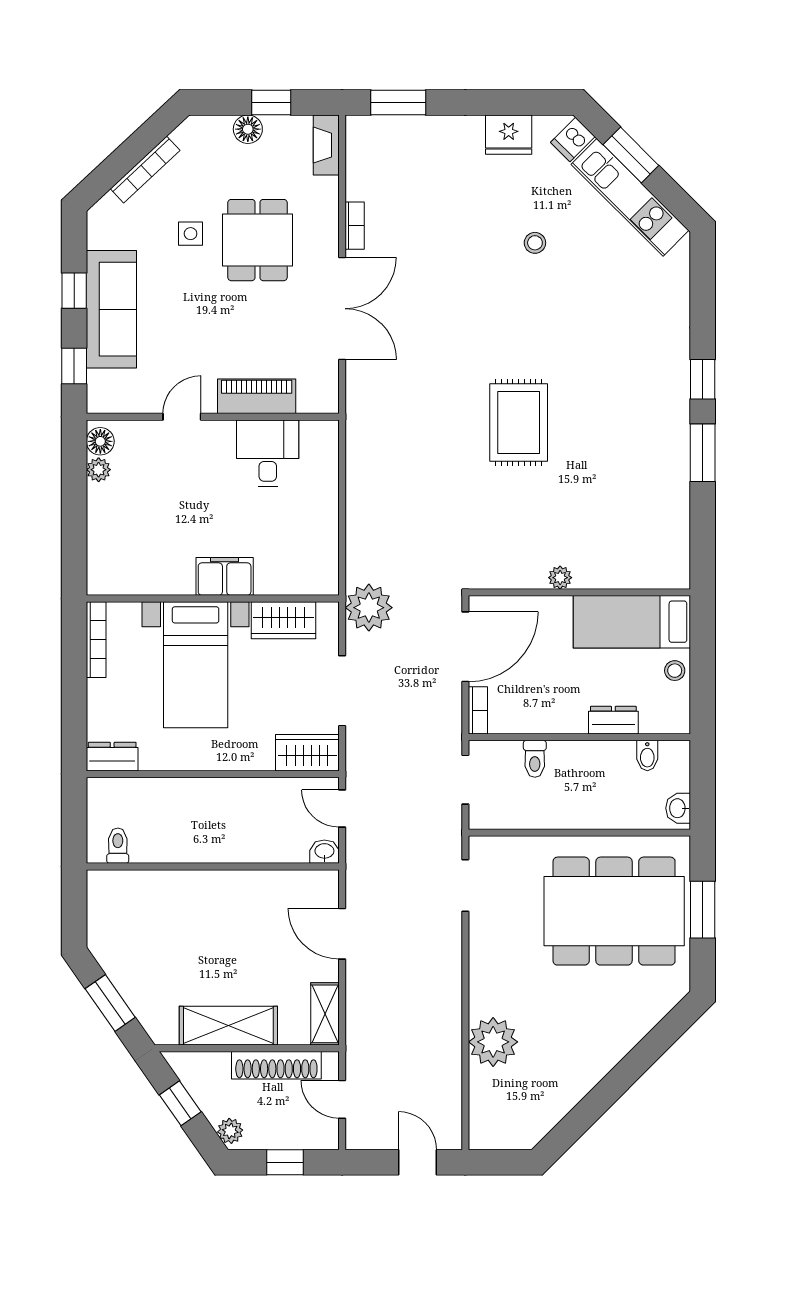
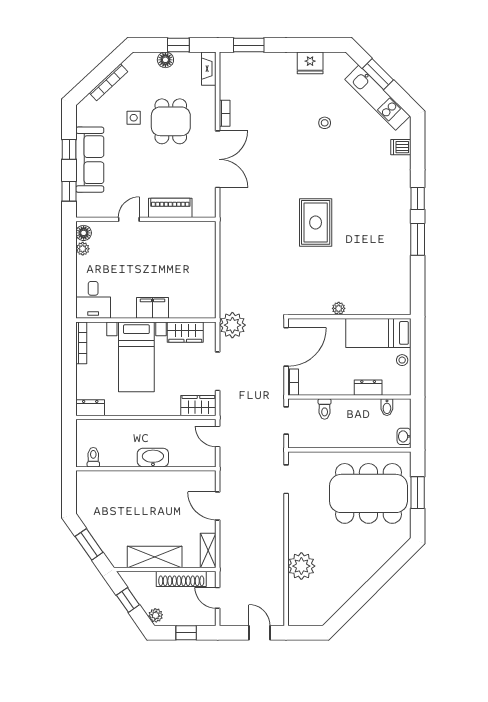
dishwasher: (573, 139) -> (401, 147), moved, turned 45
desk: (268, 453) -> (93, 300), moved, turned 180
washbasin: (324, 852) -> (153, 458), moved, width x1.91, depth x1.45

